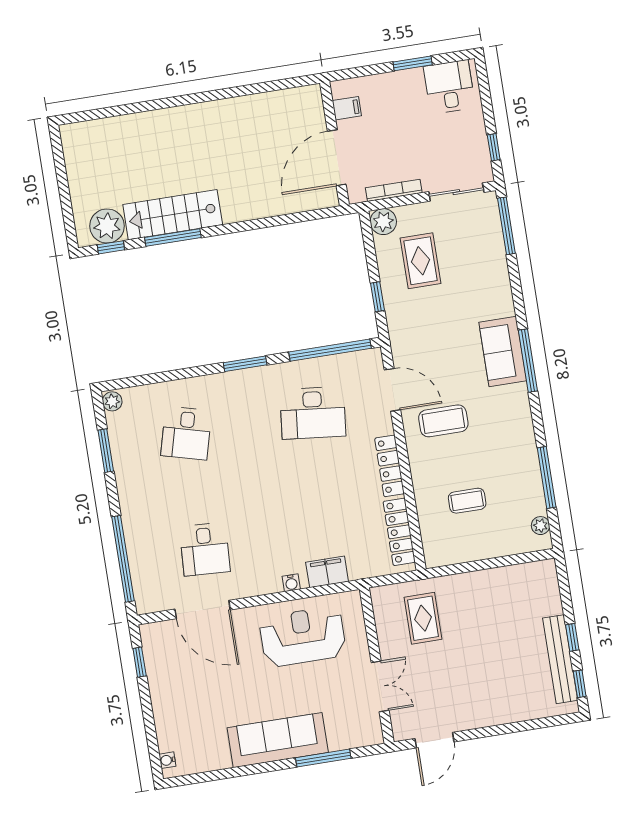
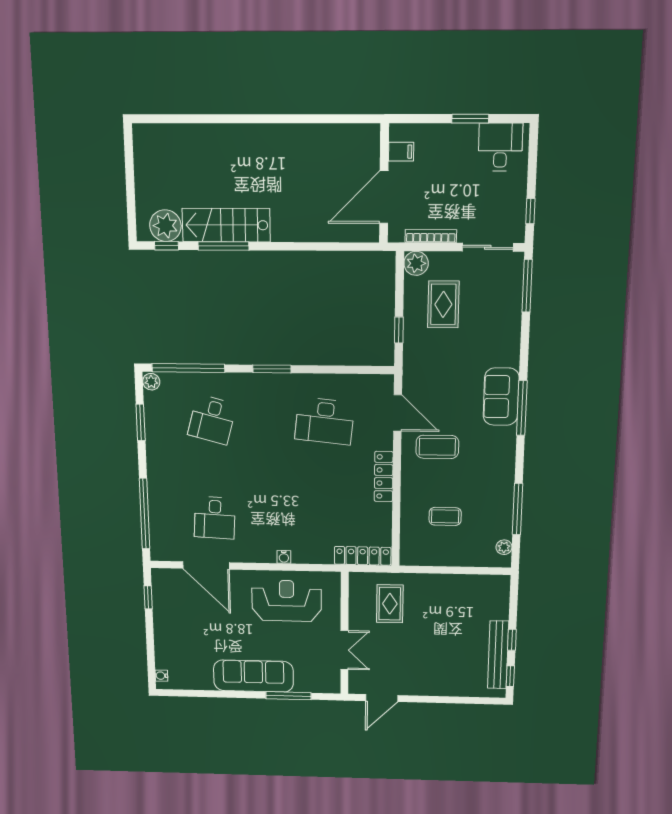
window: (330, 350) -> (188, 368), moved
locker: (399, 532) -> (363, 556), moved, turned 90
filing cabinet: (327, 572) -> (315, 553), removed

